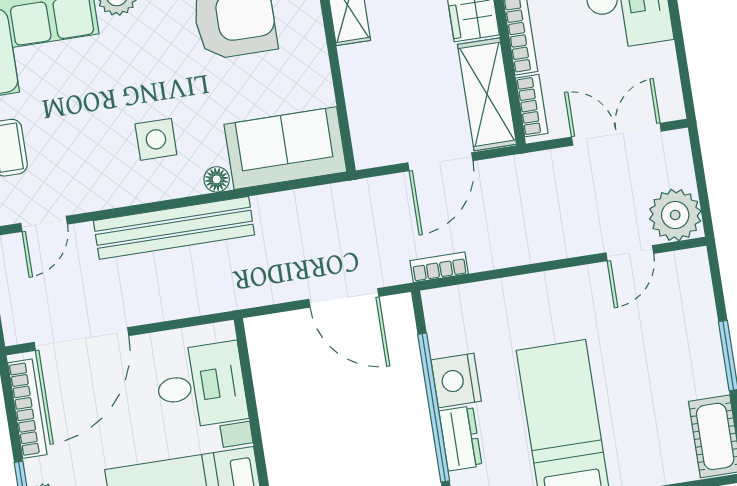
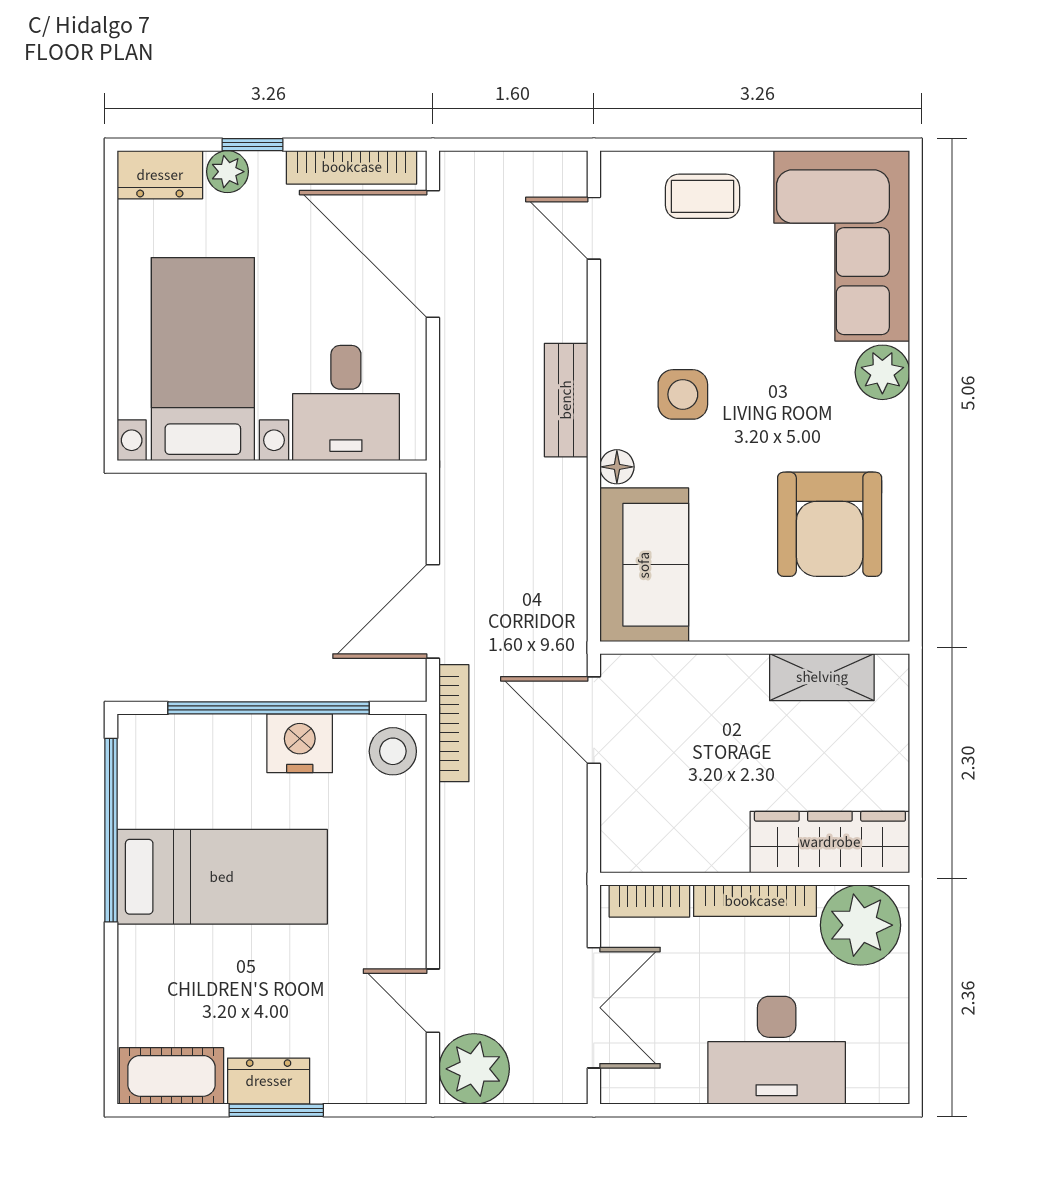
shelving: (487, 94) -> (674, 844), removed
door: (440, 162) -> (594, 720), moved
bench: (174, 228) -> (566, 400), width x0.54, depth x0.82
bookcase: (439, 267) -> (454, 723), width x1.56
stool: (451, 311) -> (393, 751), added
dresser: (460, 438) -> (269, 1081), moved, turned 180

